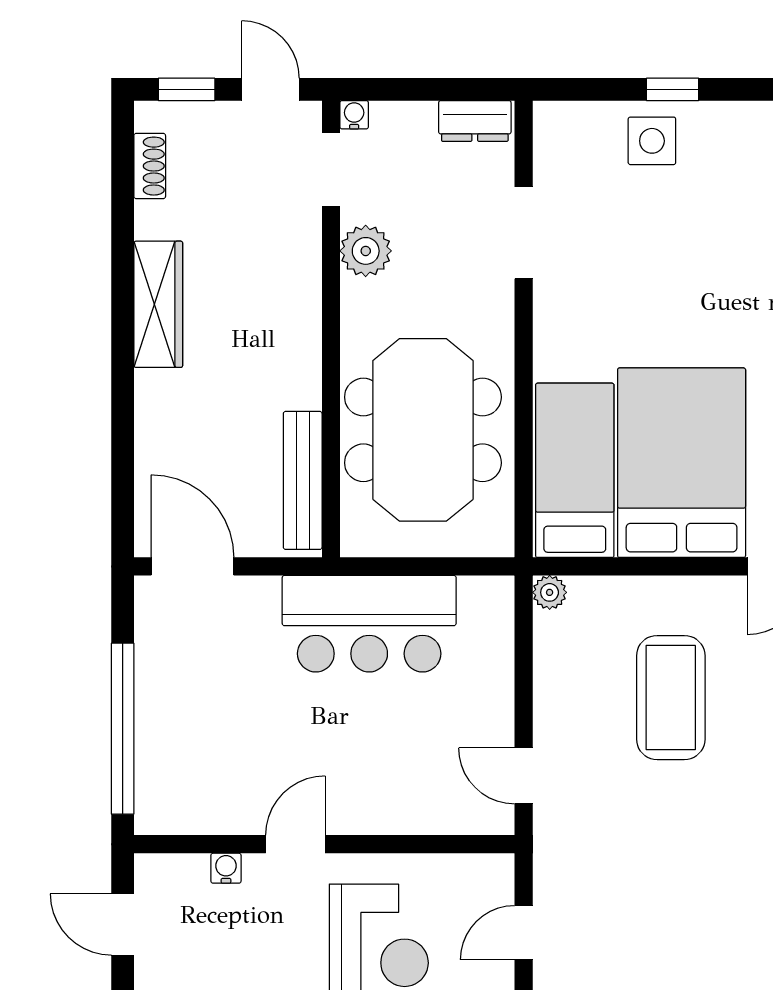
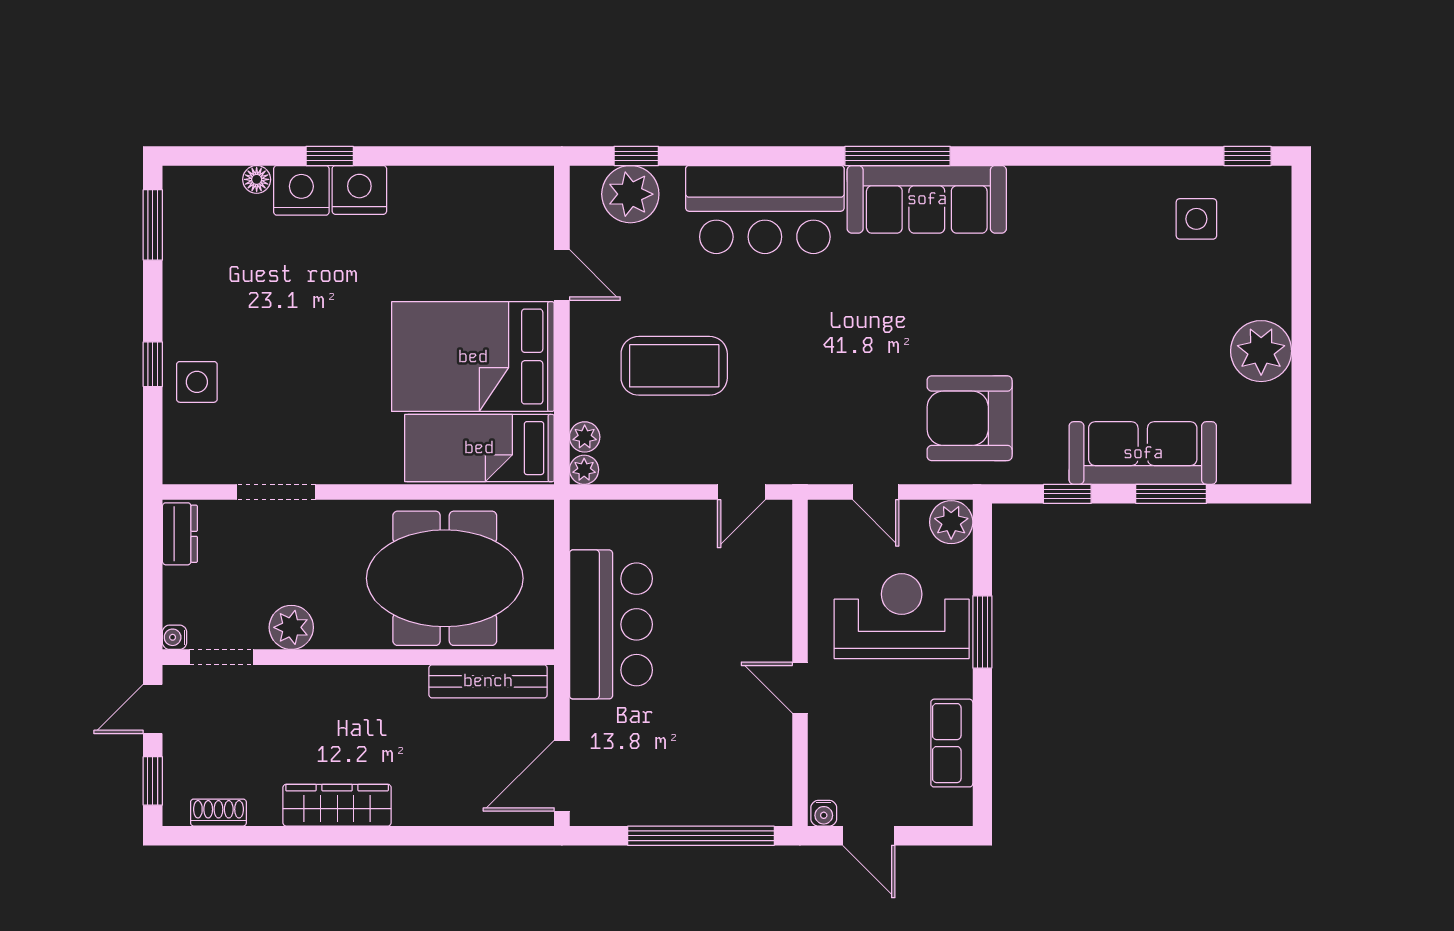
plant: (588, 593) -> (585, 437), added
water cooler: (226, 868) -> (824, 813), moved, turned -90
door: (123, 924) -> (869, 836), hinge flipped

